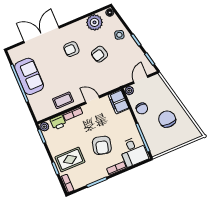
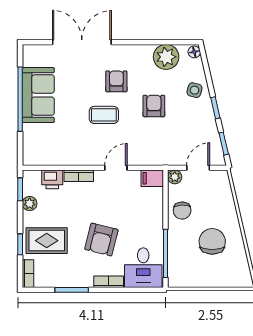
armchair: (71, 49) -> (116, 81), turned 90
armchair: (99, 54) -> (154, 106), turned 105
coffee table: (63, 100) -> (104, 115), moved
door: (93, 100) -> (116, 168), hinge flipped
filing cabinet: (119, 102) -> (152, 178), width x0.50
plant: (44, 127) -> (30, 204), moved

